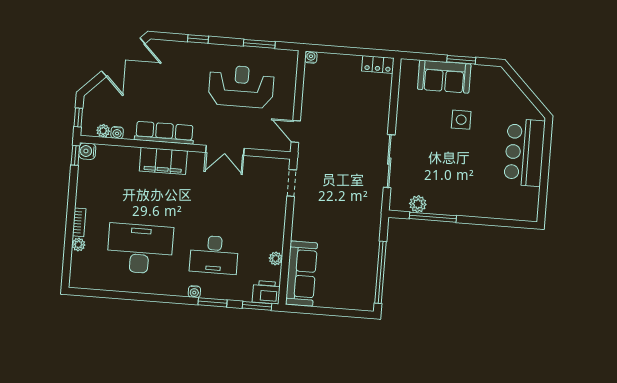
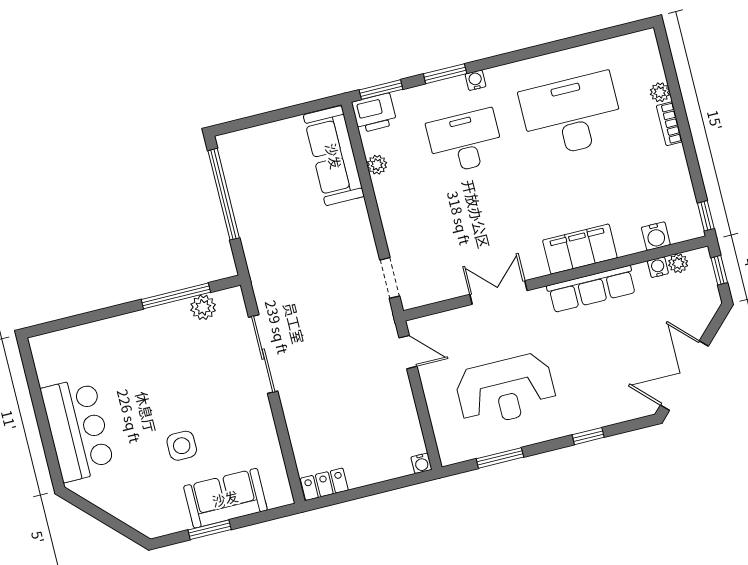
water cooler: (87, 151) -> (656, 236), moved, turned 90
desk: (140, 249) -> (572, 115), turned 180

